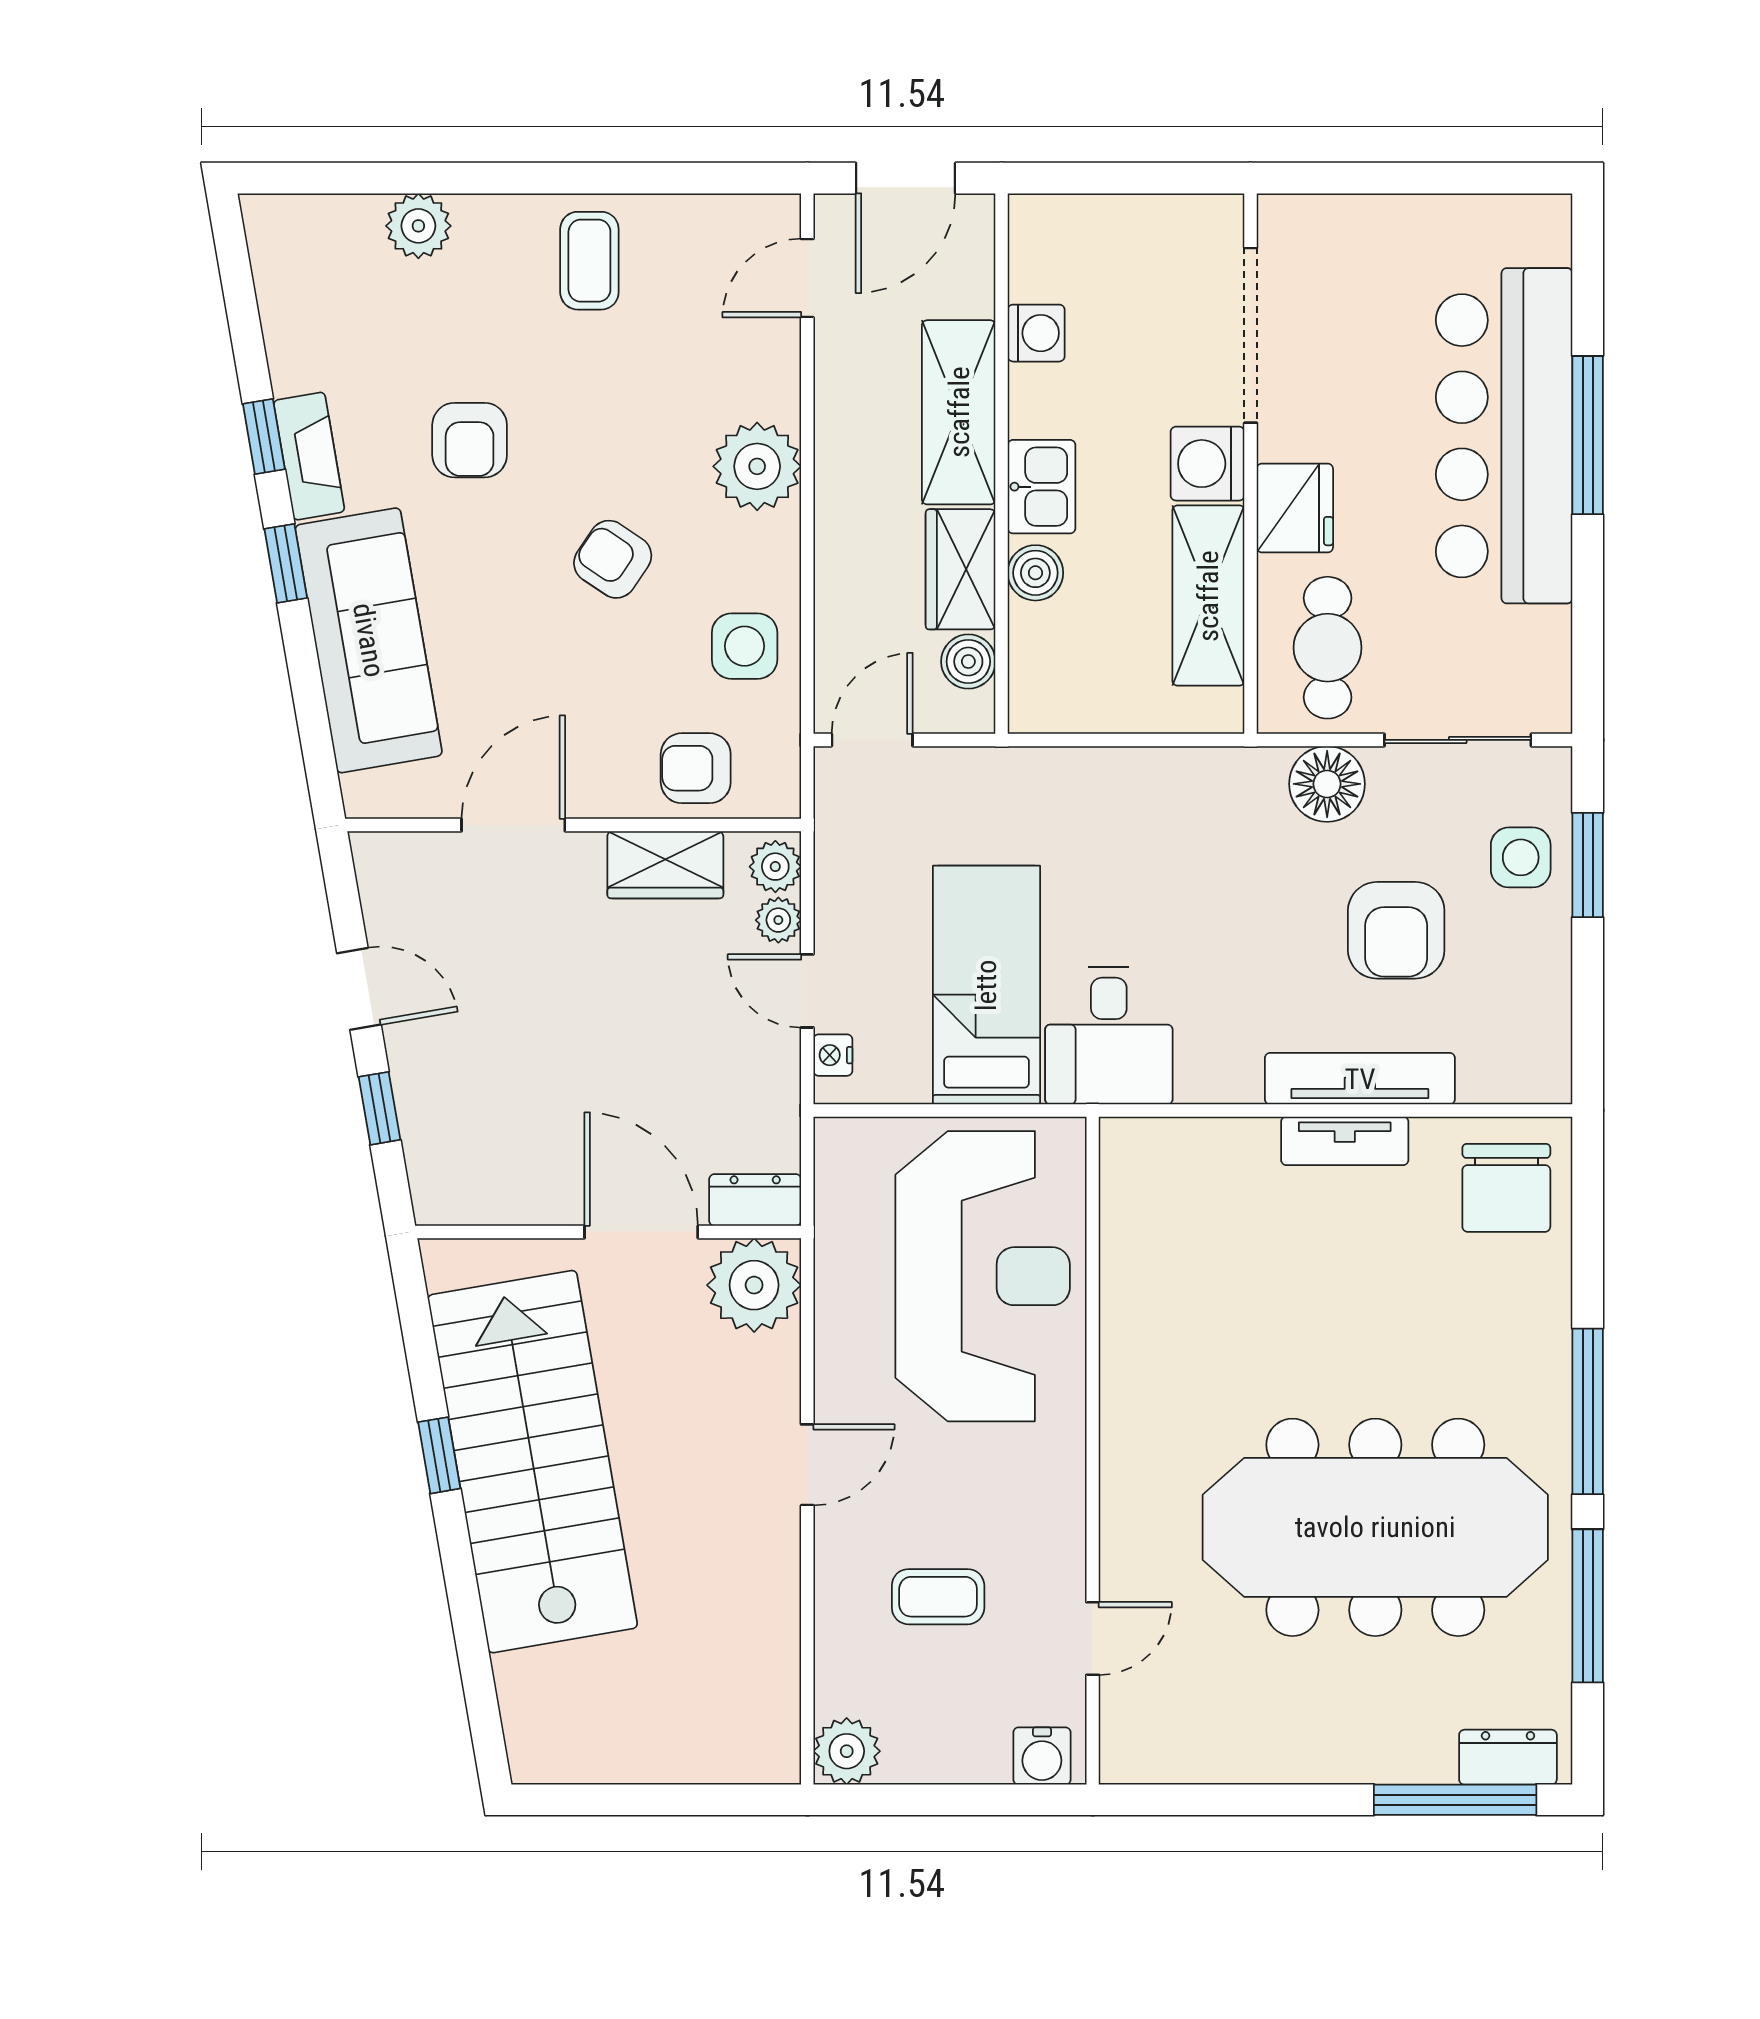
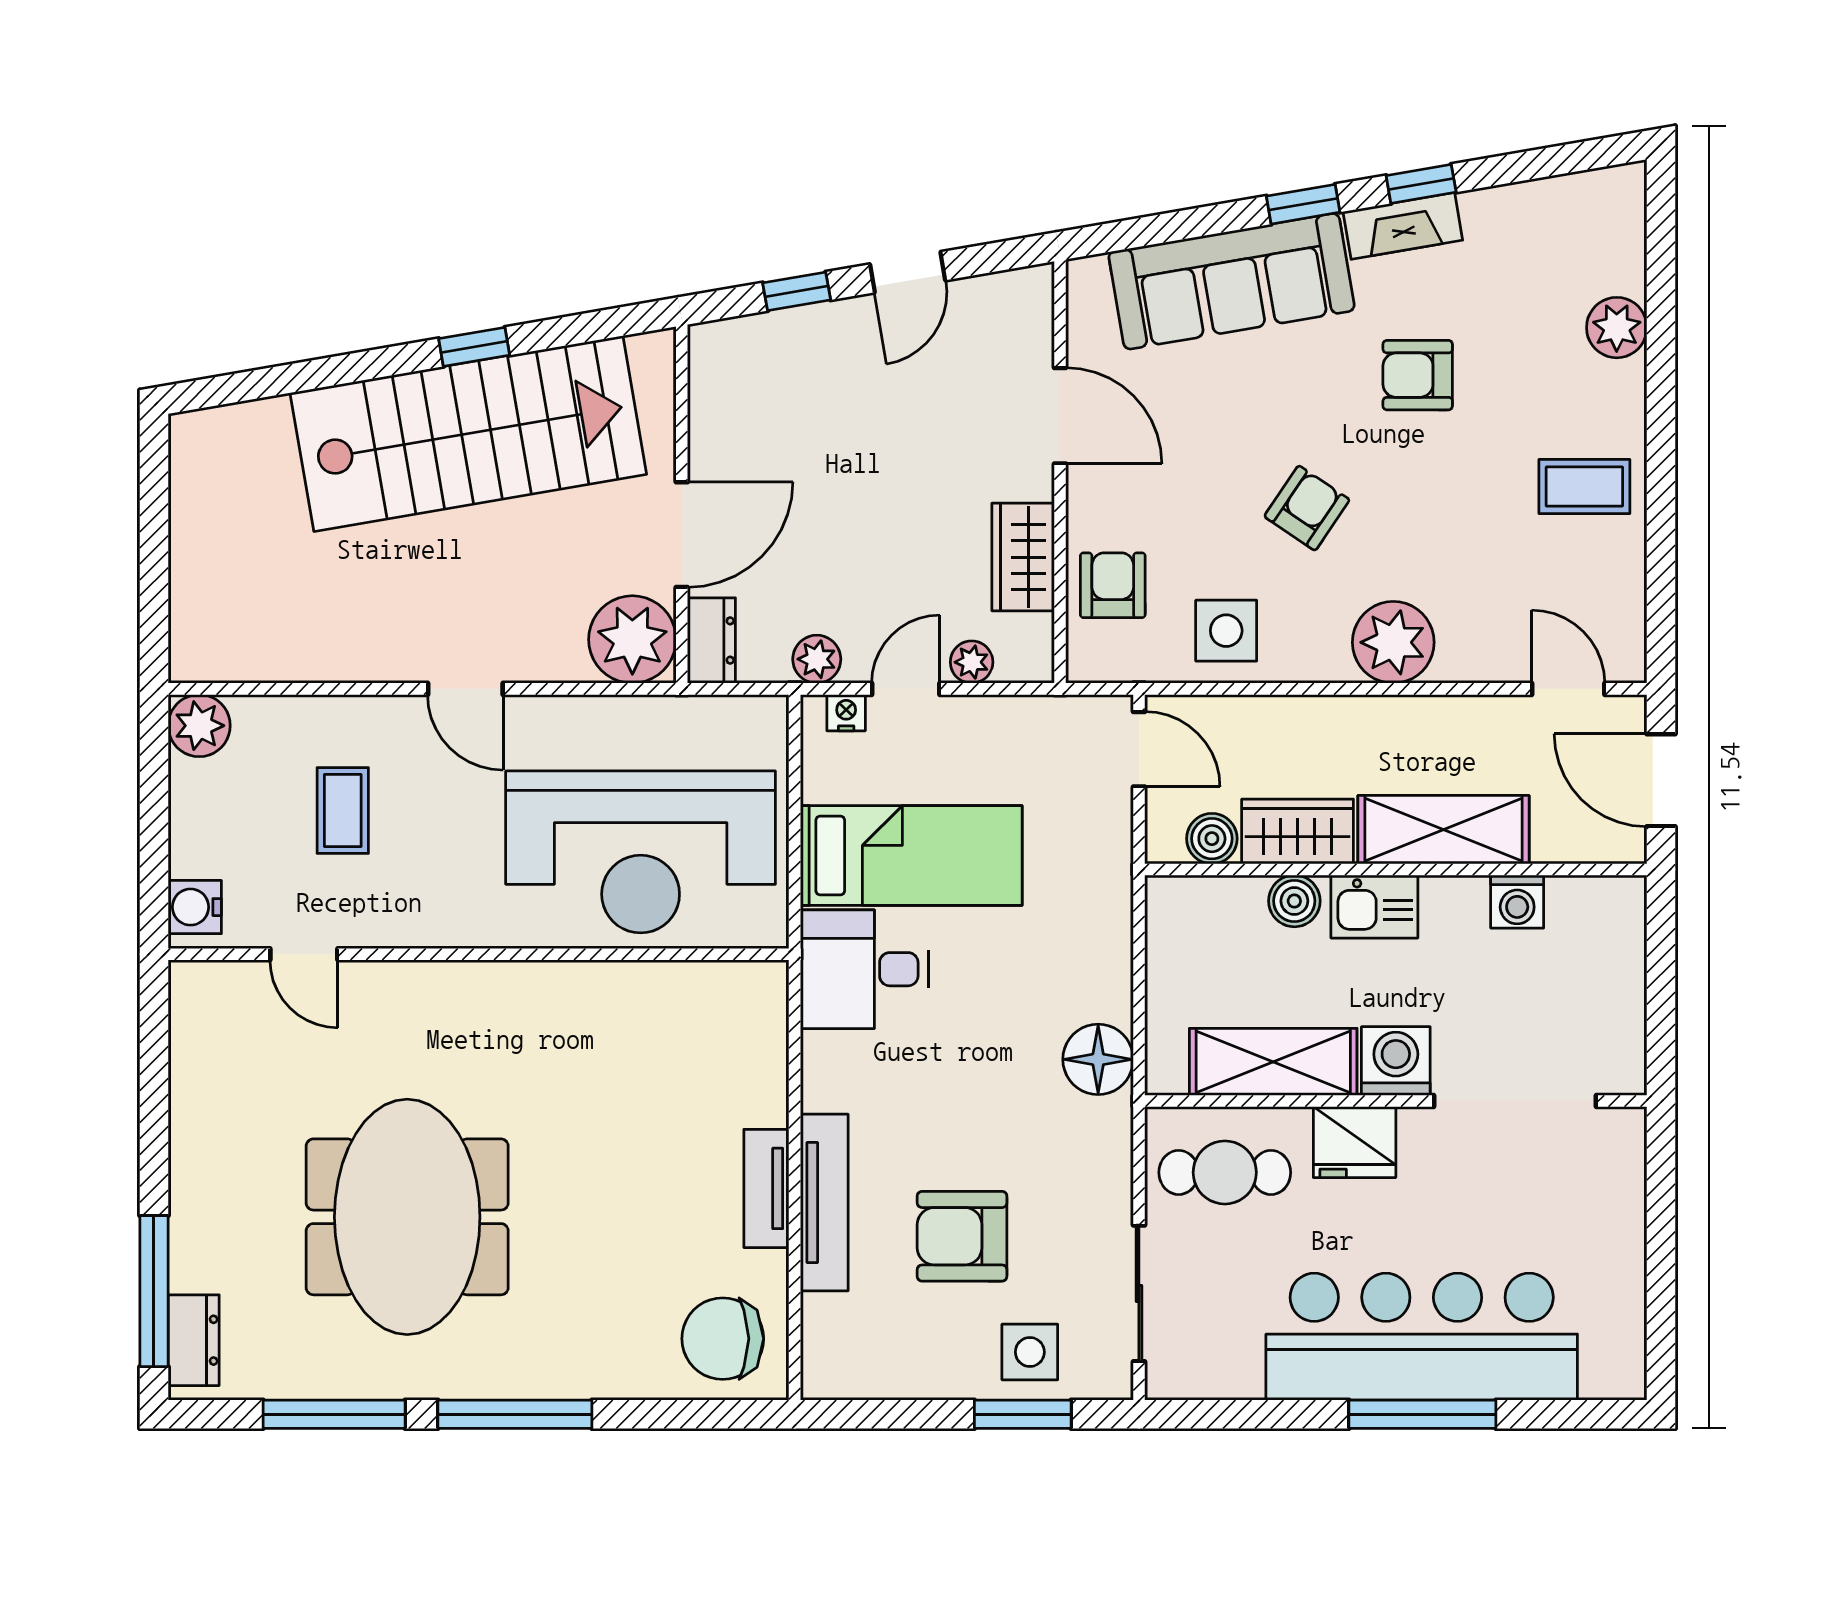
floor lamp: (1327, 784) -> (1098, 1059), moved
plant: (775, 867) -> (817, 659), moved
meeting table: (1375, 1527) -> (407, 1217), width x0.73

